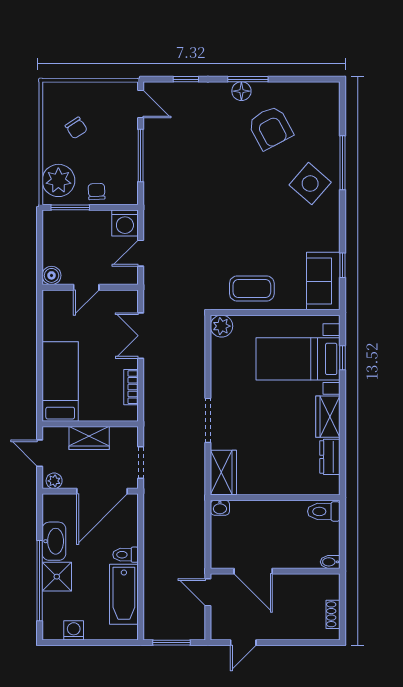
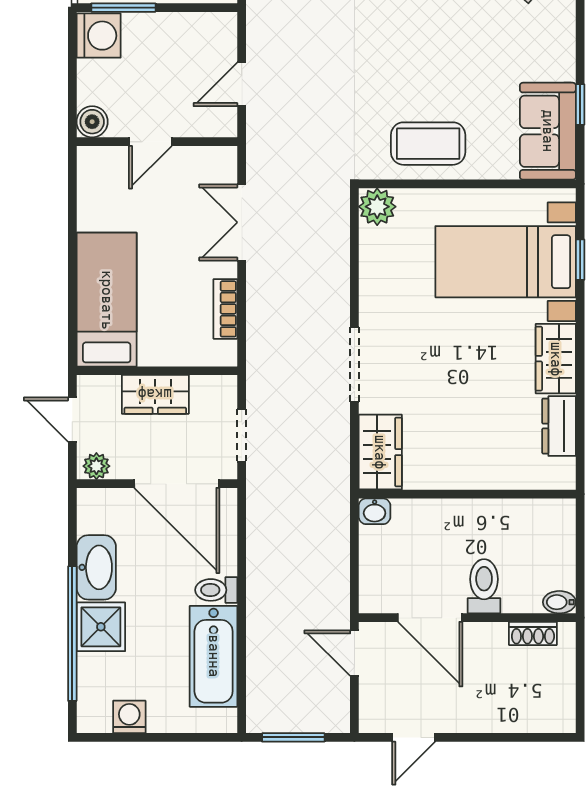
washing machine: (125, 223) -> (99, 36), moved, turned -90
door: (102, 491) -> (177, 484), hinge flipped
toilet: (324, 511) -> (484, 586), moved, turned 90
shoe rack: (333, 614) -> (533, 633), moved, turned -90

